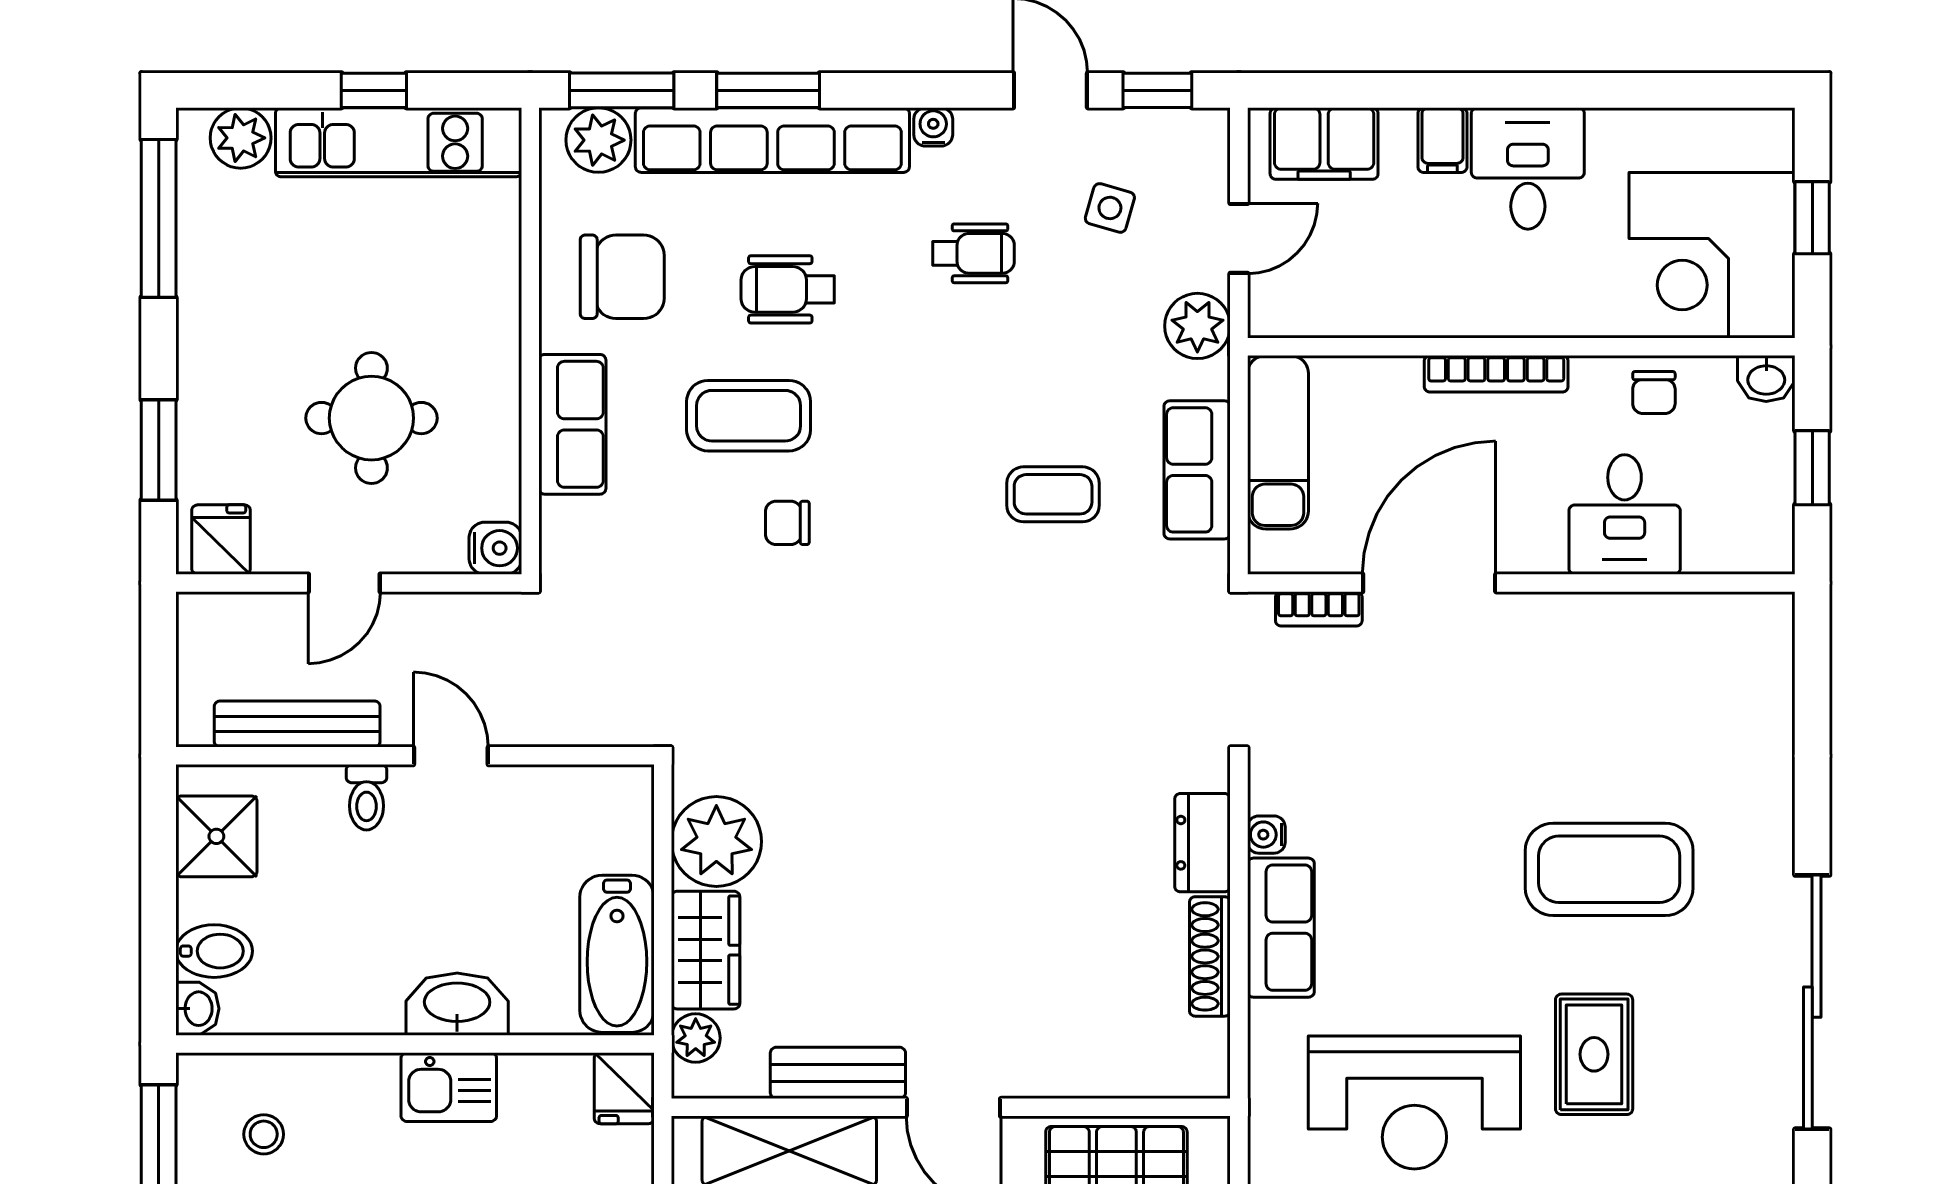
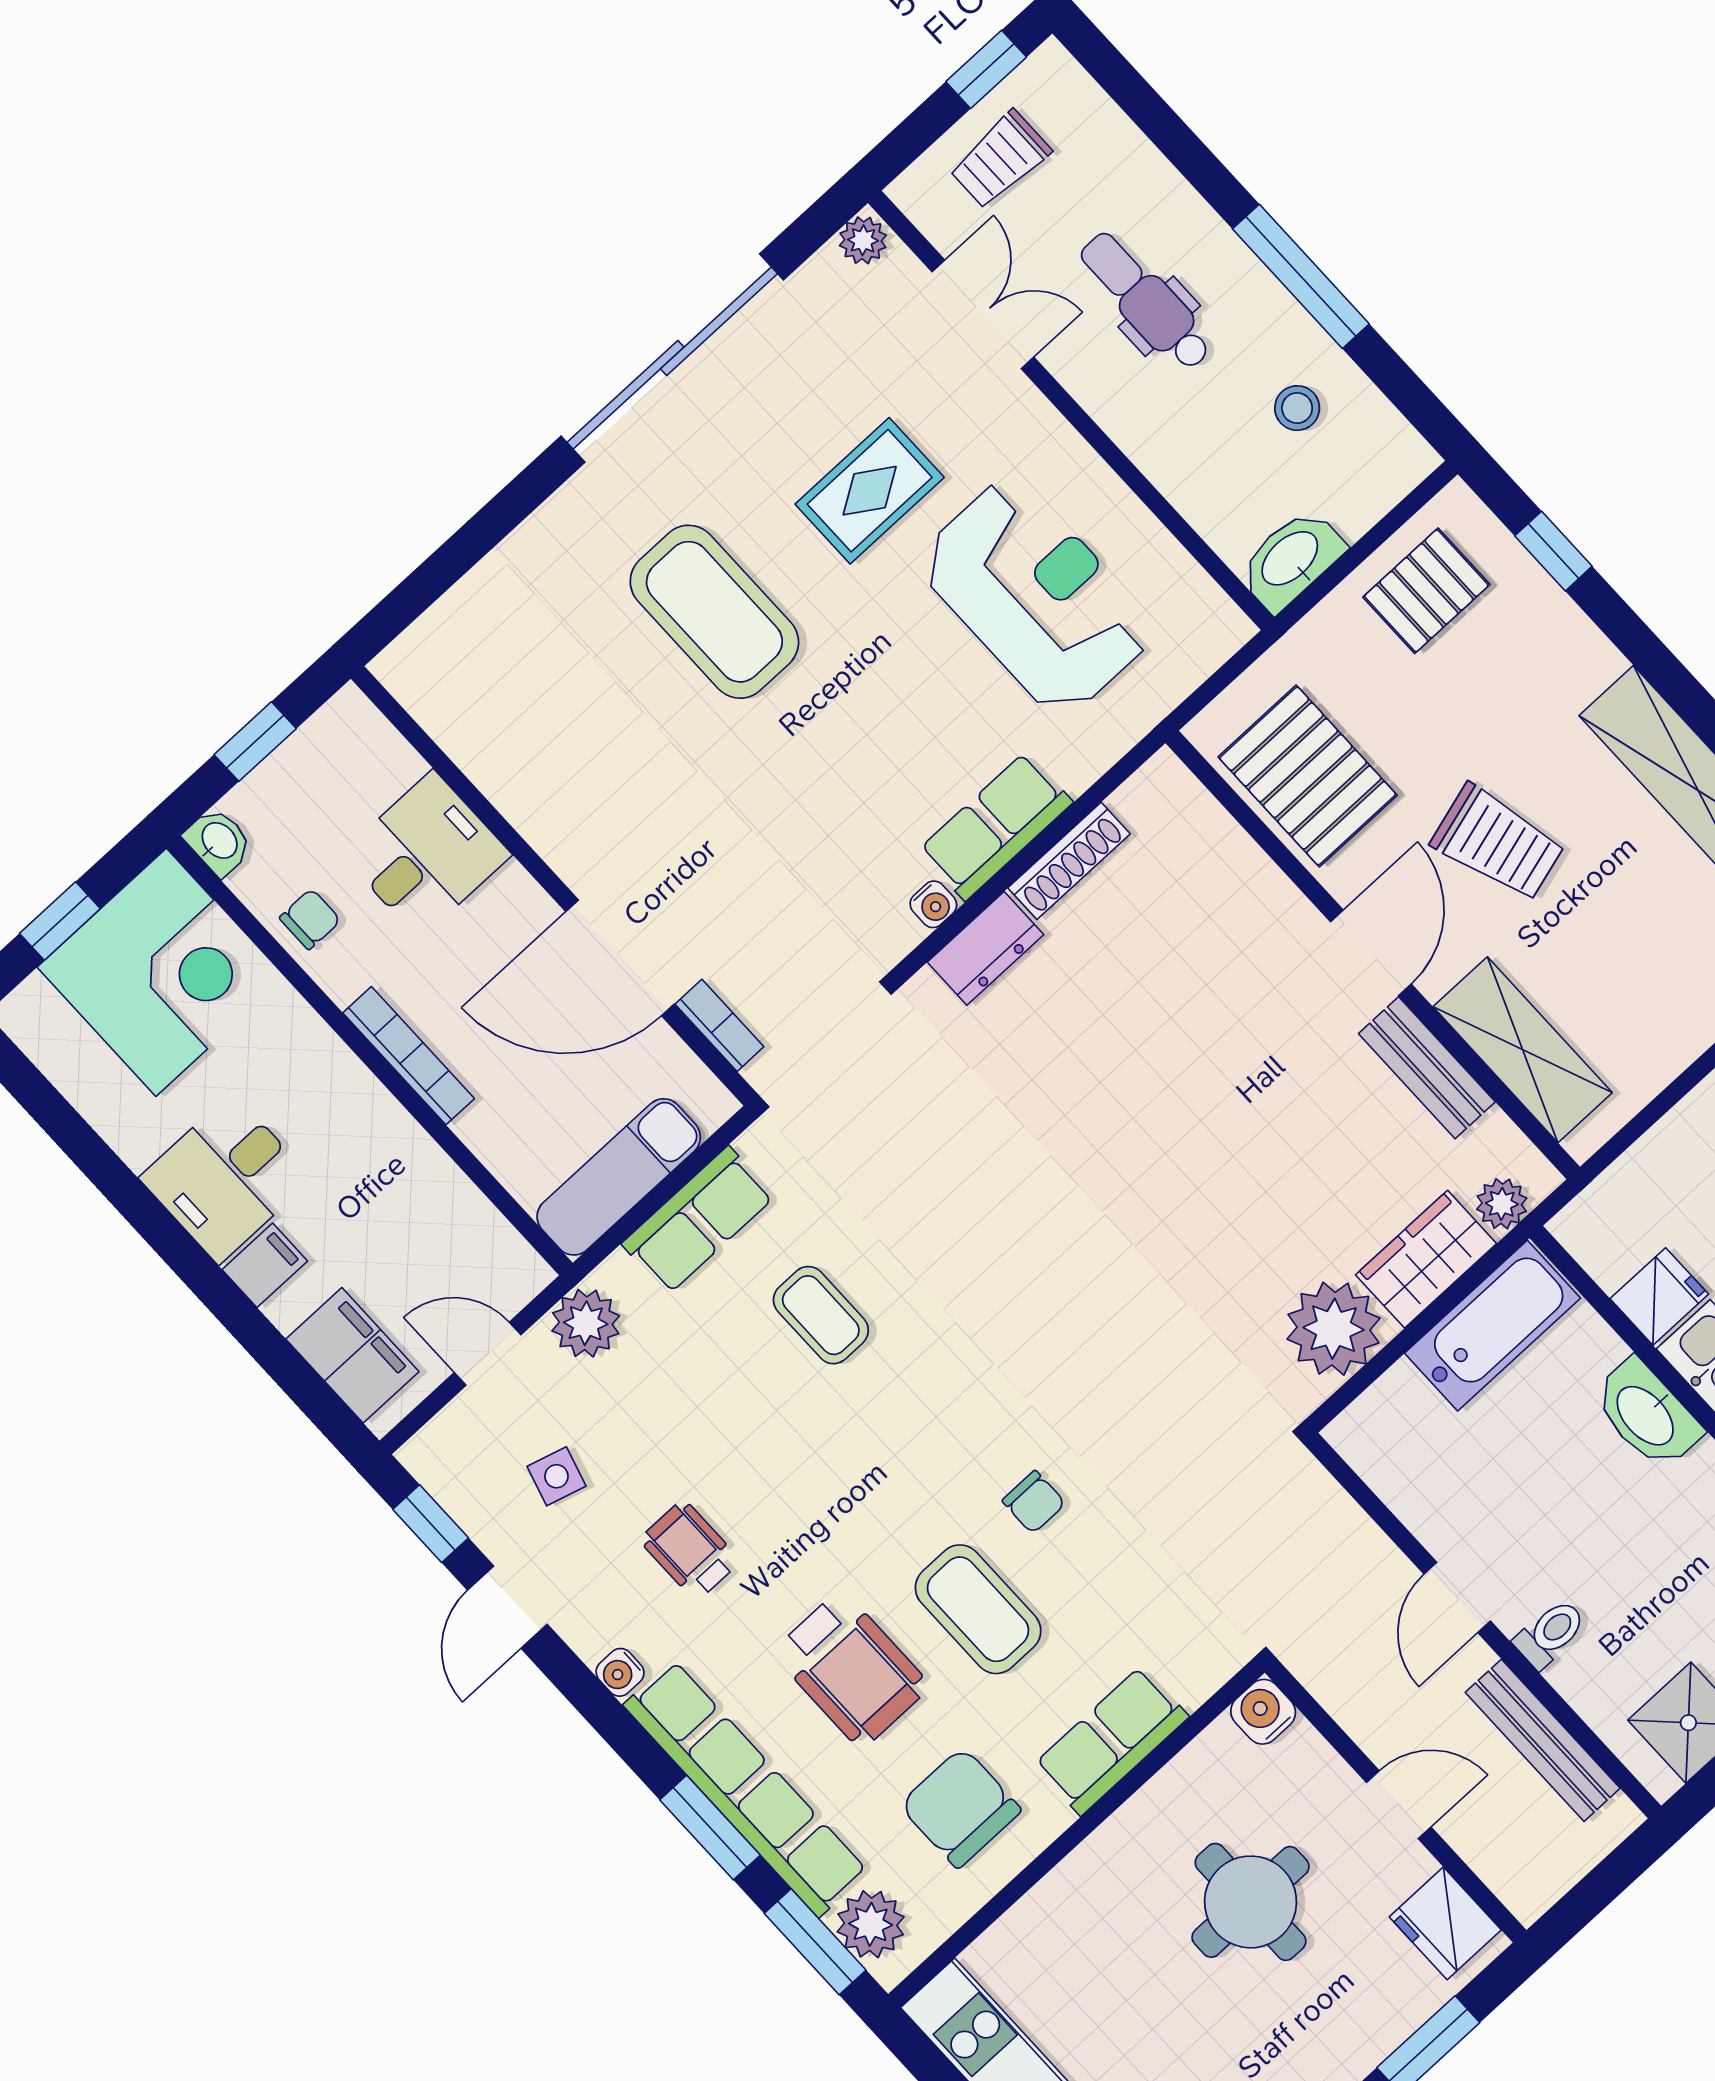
wheelchair: (788, 289) -> (851, 1669), width x1.36, depth x1.37
fridge: (221, 540) -> (1445, 1923), width x1.38
fridge: (624, 1088) -> (1659, 1296), moved

